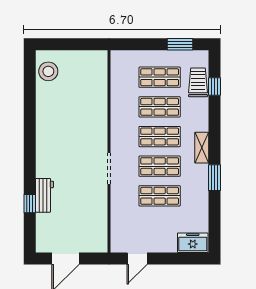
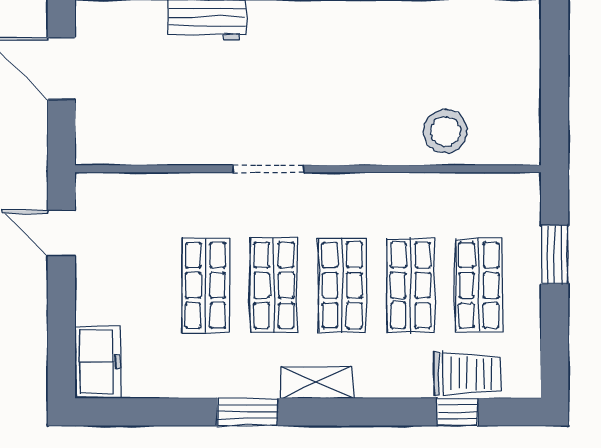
window: (180, 44) -> (555, 255), moved
stool: (48, 71) -> (445, 131), moved

